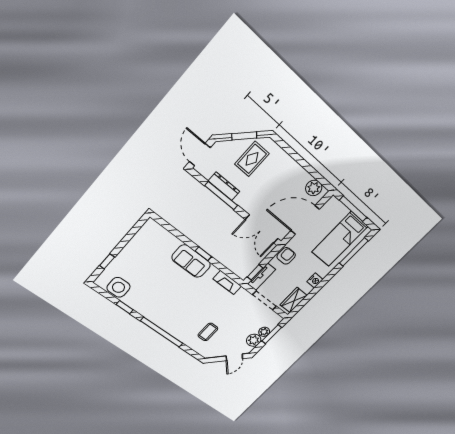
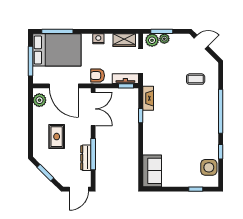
rug: (252, 159) -> (57, 137), moved, turned 90
bed: (340, 239) -> (57, 50), width x1.50
window: (203, 254) -> (141, 116), moved
sofa: (191, 261) -> (152, 171), moved
plant: (254, 340) -> (152, 40), moved

